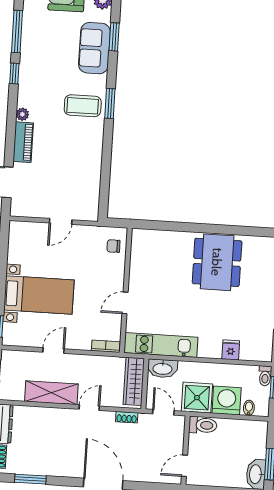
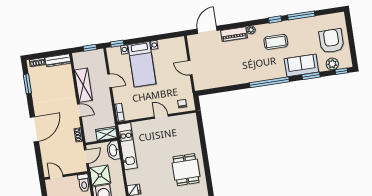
window: (110, 103) -> (269, 82), width x2.11
coffee table: (83, 106) -> (276, 42), moved, turned 90
dining table: (217, 262) -> (186, 170), width x0.73
door: (125, 303) -> (161, 116), moved
wardrobe: (134, 381) -> (106, 134), width x0.67

